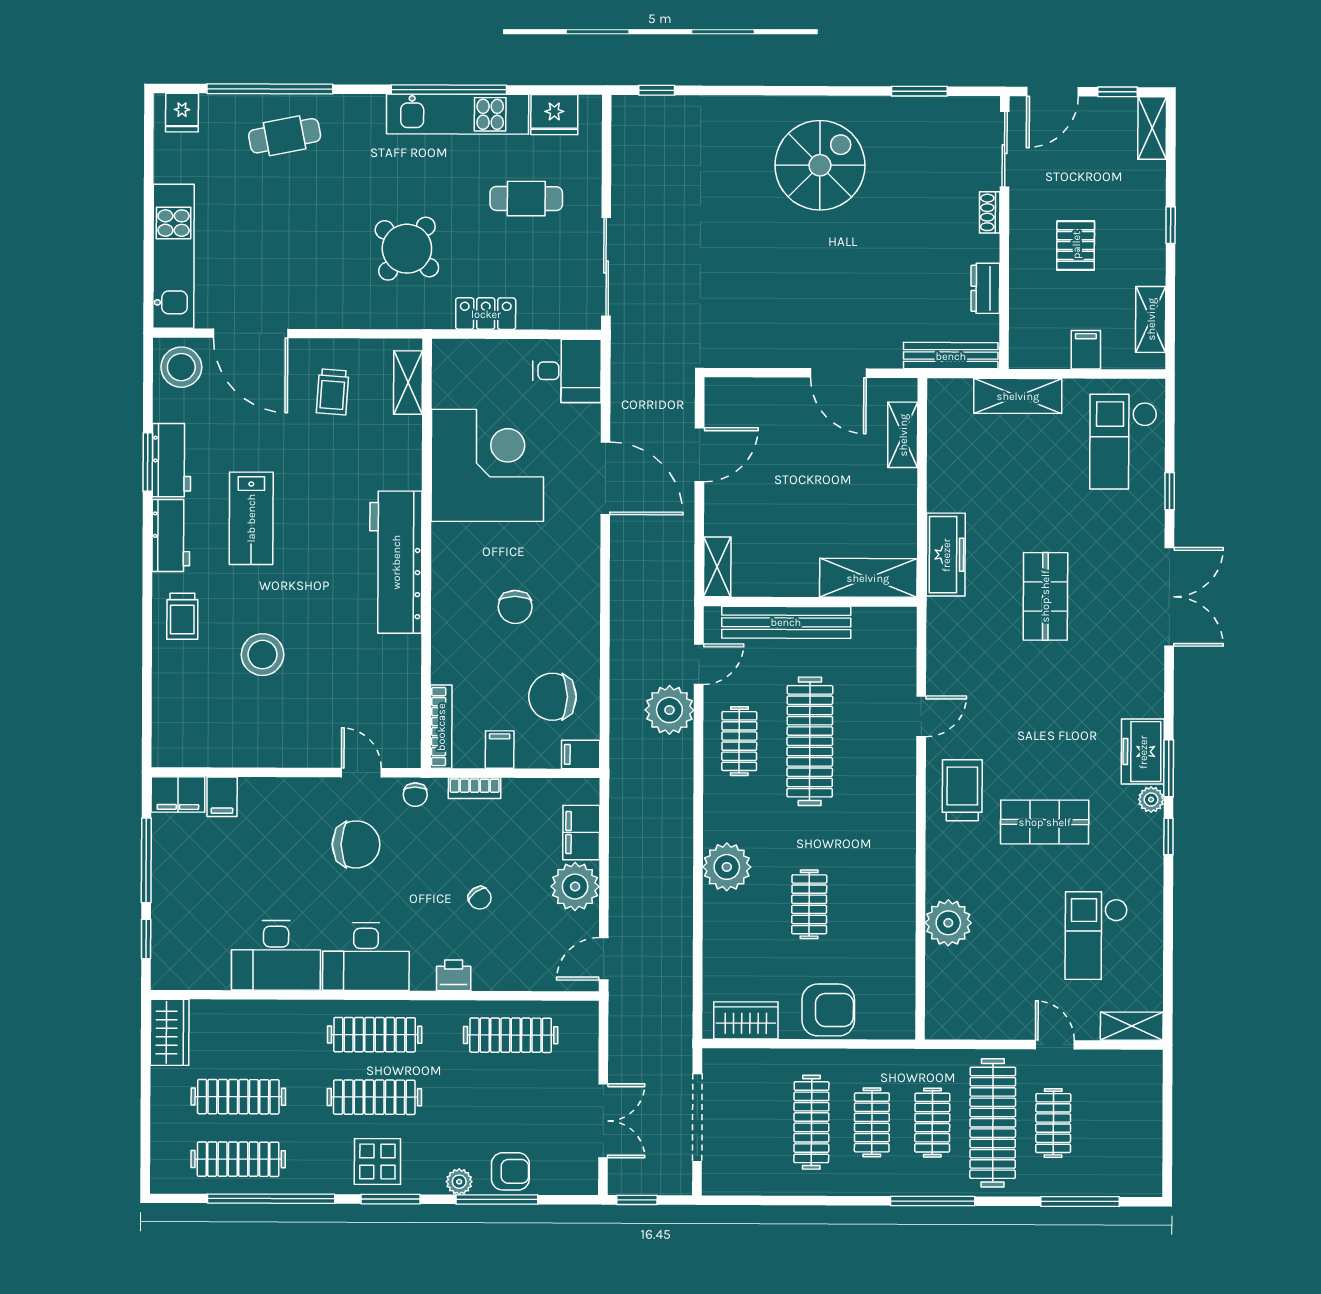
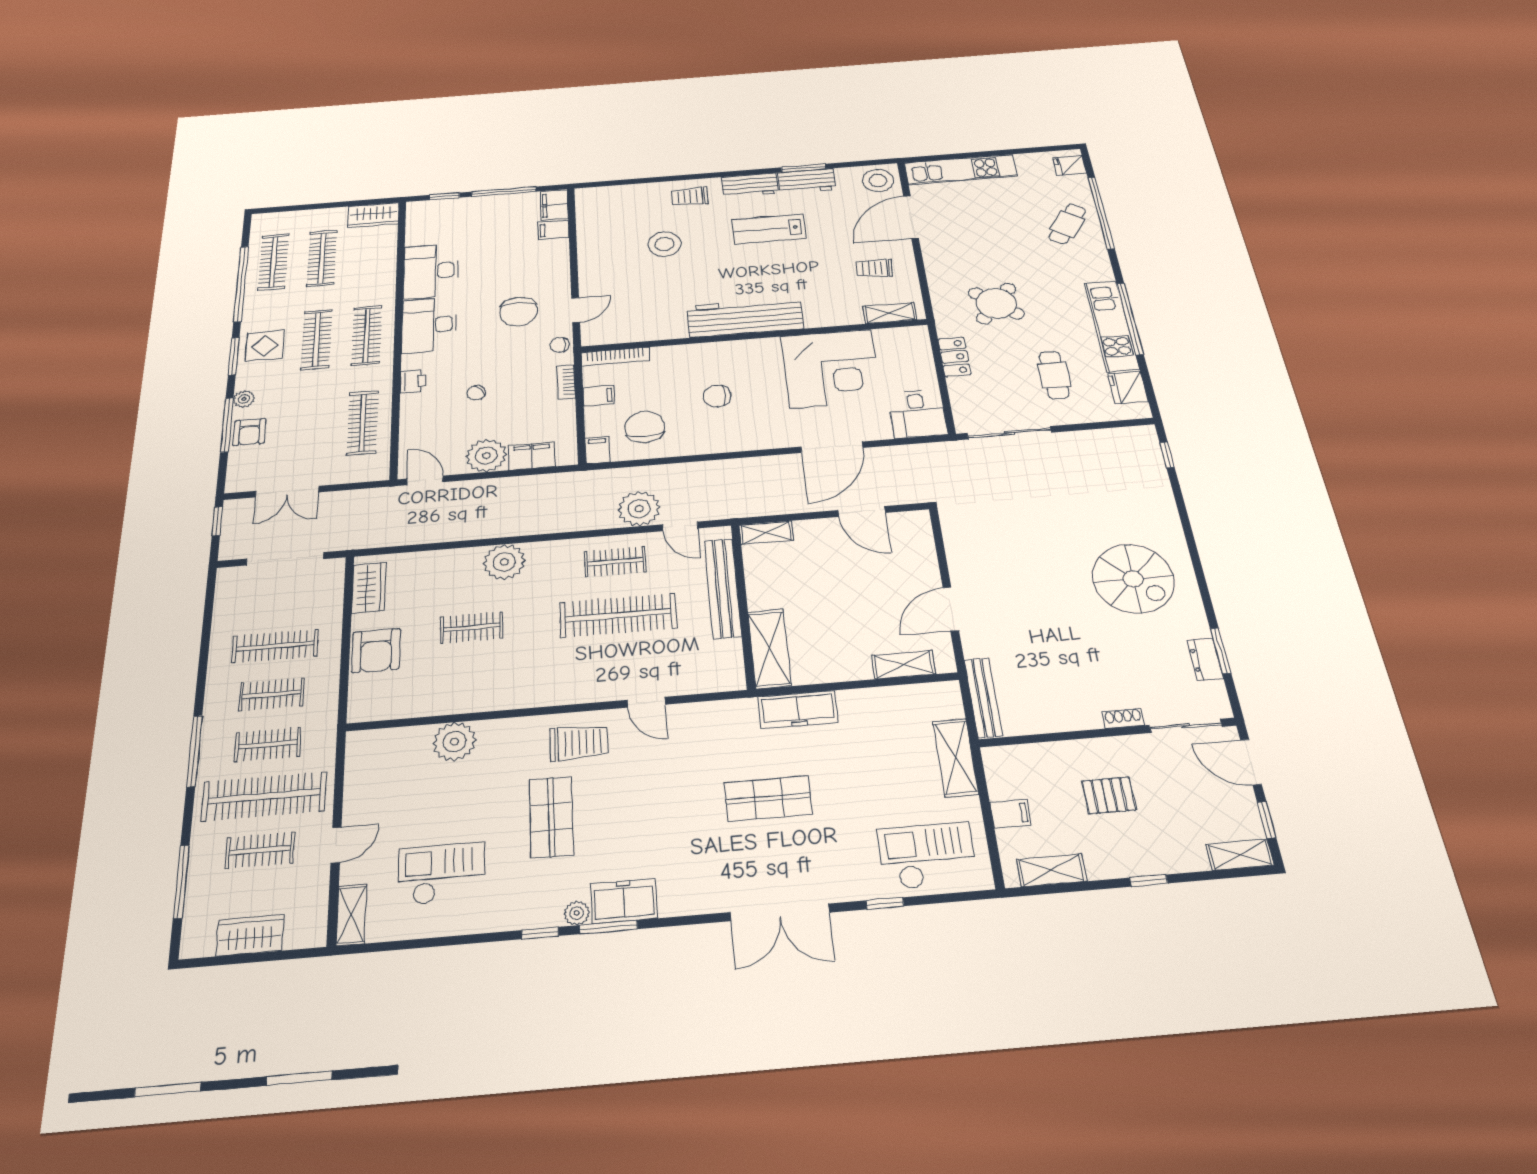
cafe table: (285, 136) -> (1067, 224), turned 45
dresser: (985, 288) -> (1205, 659), moved, turned -90
wardrobe: (1144, 1127) -> (250, 935), added

